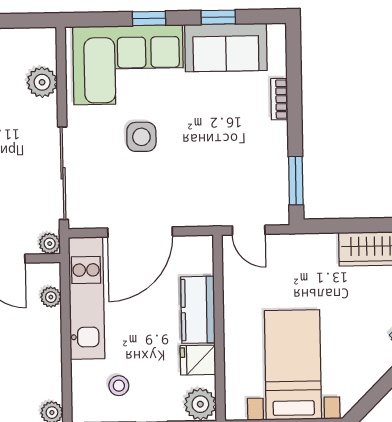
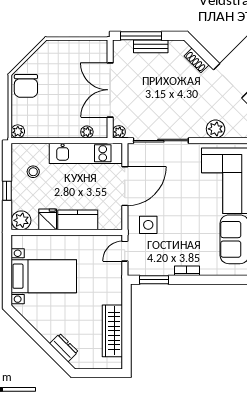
bookcase: (279, 99) -> (187, 271), moved
side table: (141, 137) -> (148, 225), moved
door: (140, 232) -> (125, 186), swing flipped

